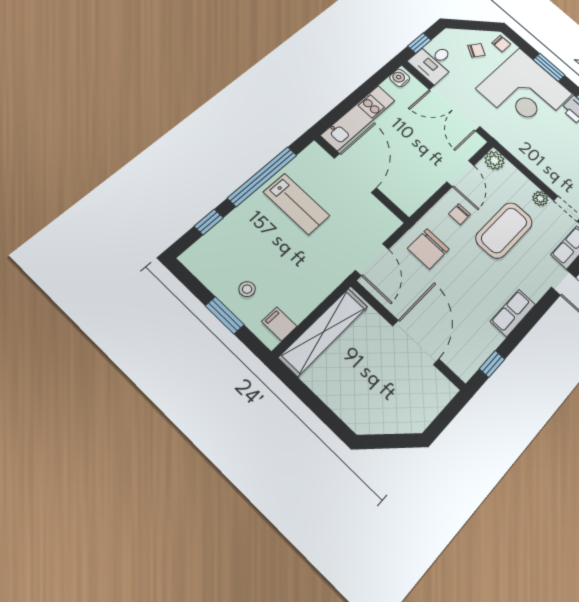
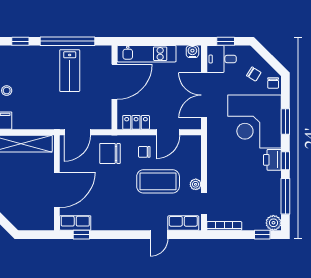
plant: (494, 160) -> (194, 142), removed
locker: (420, 193) -> (136, 122), added
row of seats: (513, 313) -> (75, 223), moved

